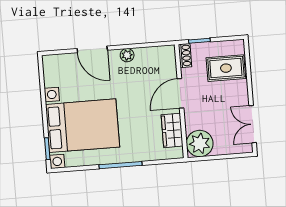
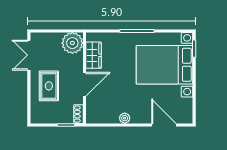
door: (92, 49) -> (164, 125), moved
rug: (226, 68) -> (49, 86), moved, turned 90
double door: (253, 124) -> (29, 55), swing flipped

